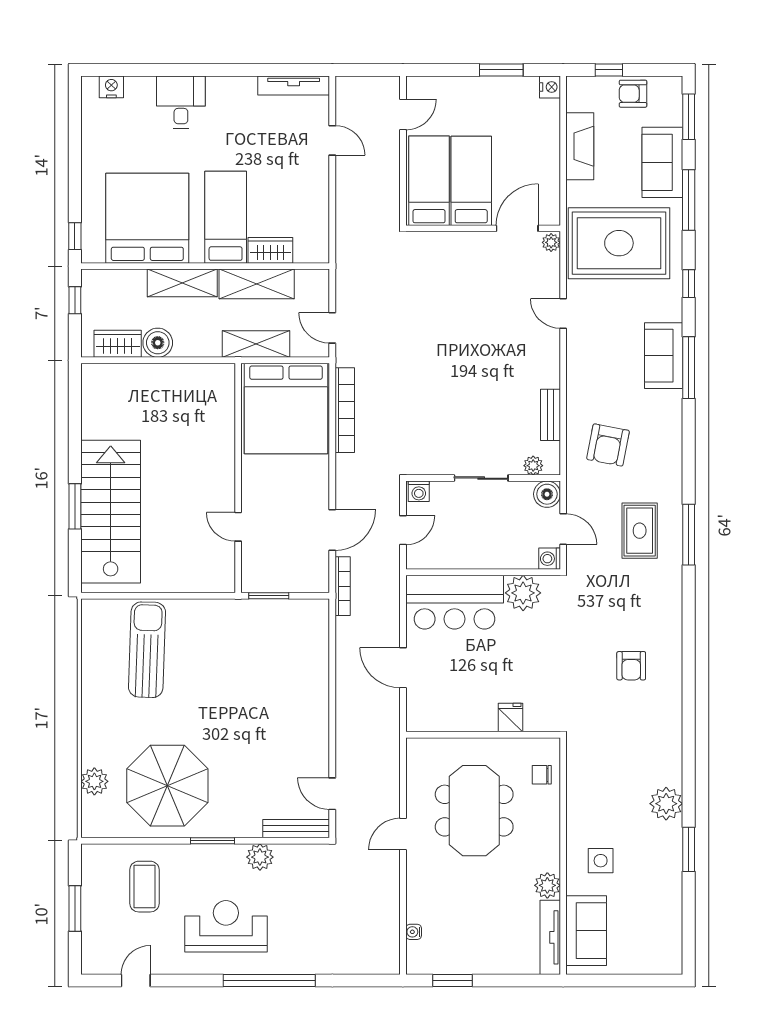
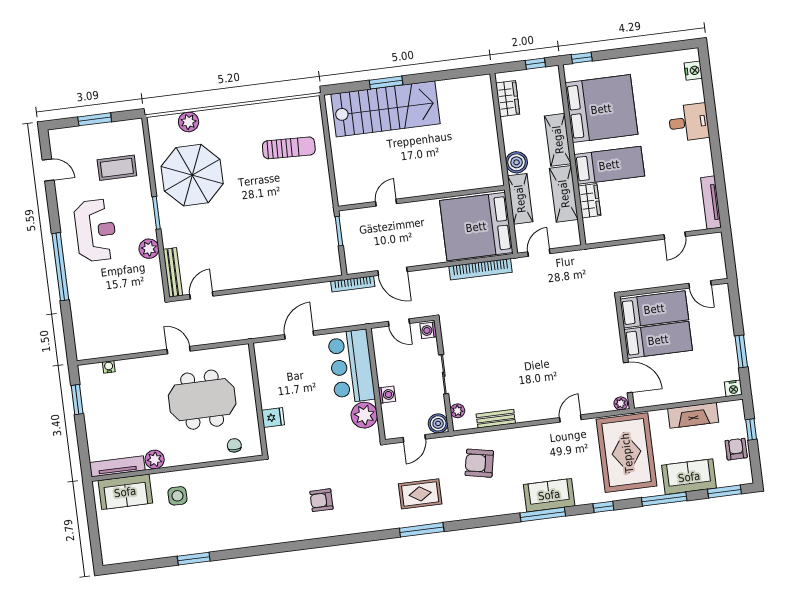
boiler: (158, 343) -> (517, 162), moved
washing machine: (550, 559) -> (387, 395), moved, turned 90
sun lounger: (147, 650) -> (289, 148), width x0.73, depth x0.75
plant: (666, 804) -> (225, 538), removed

